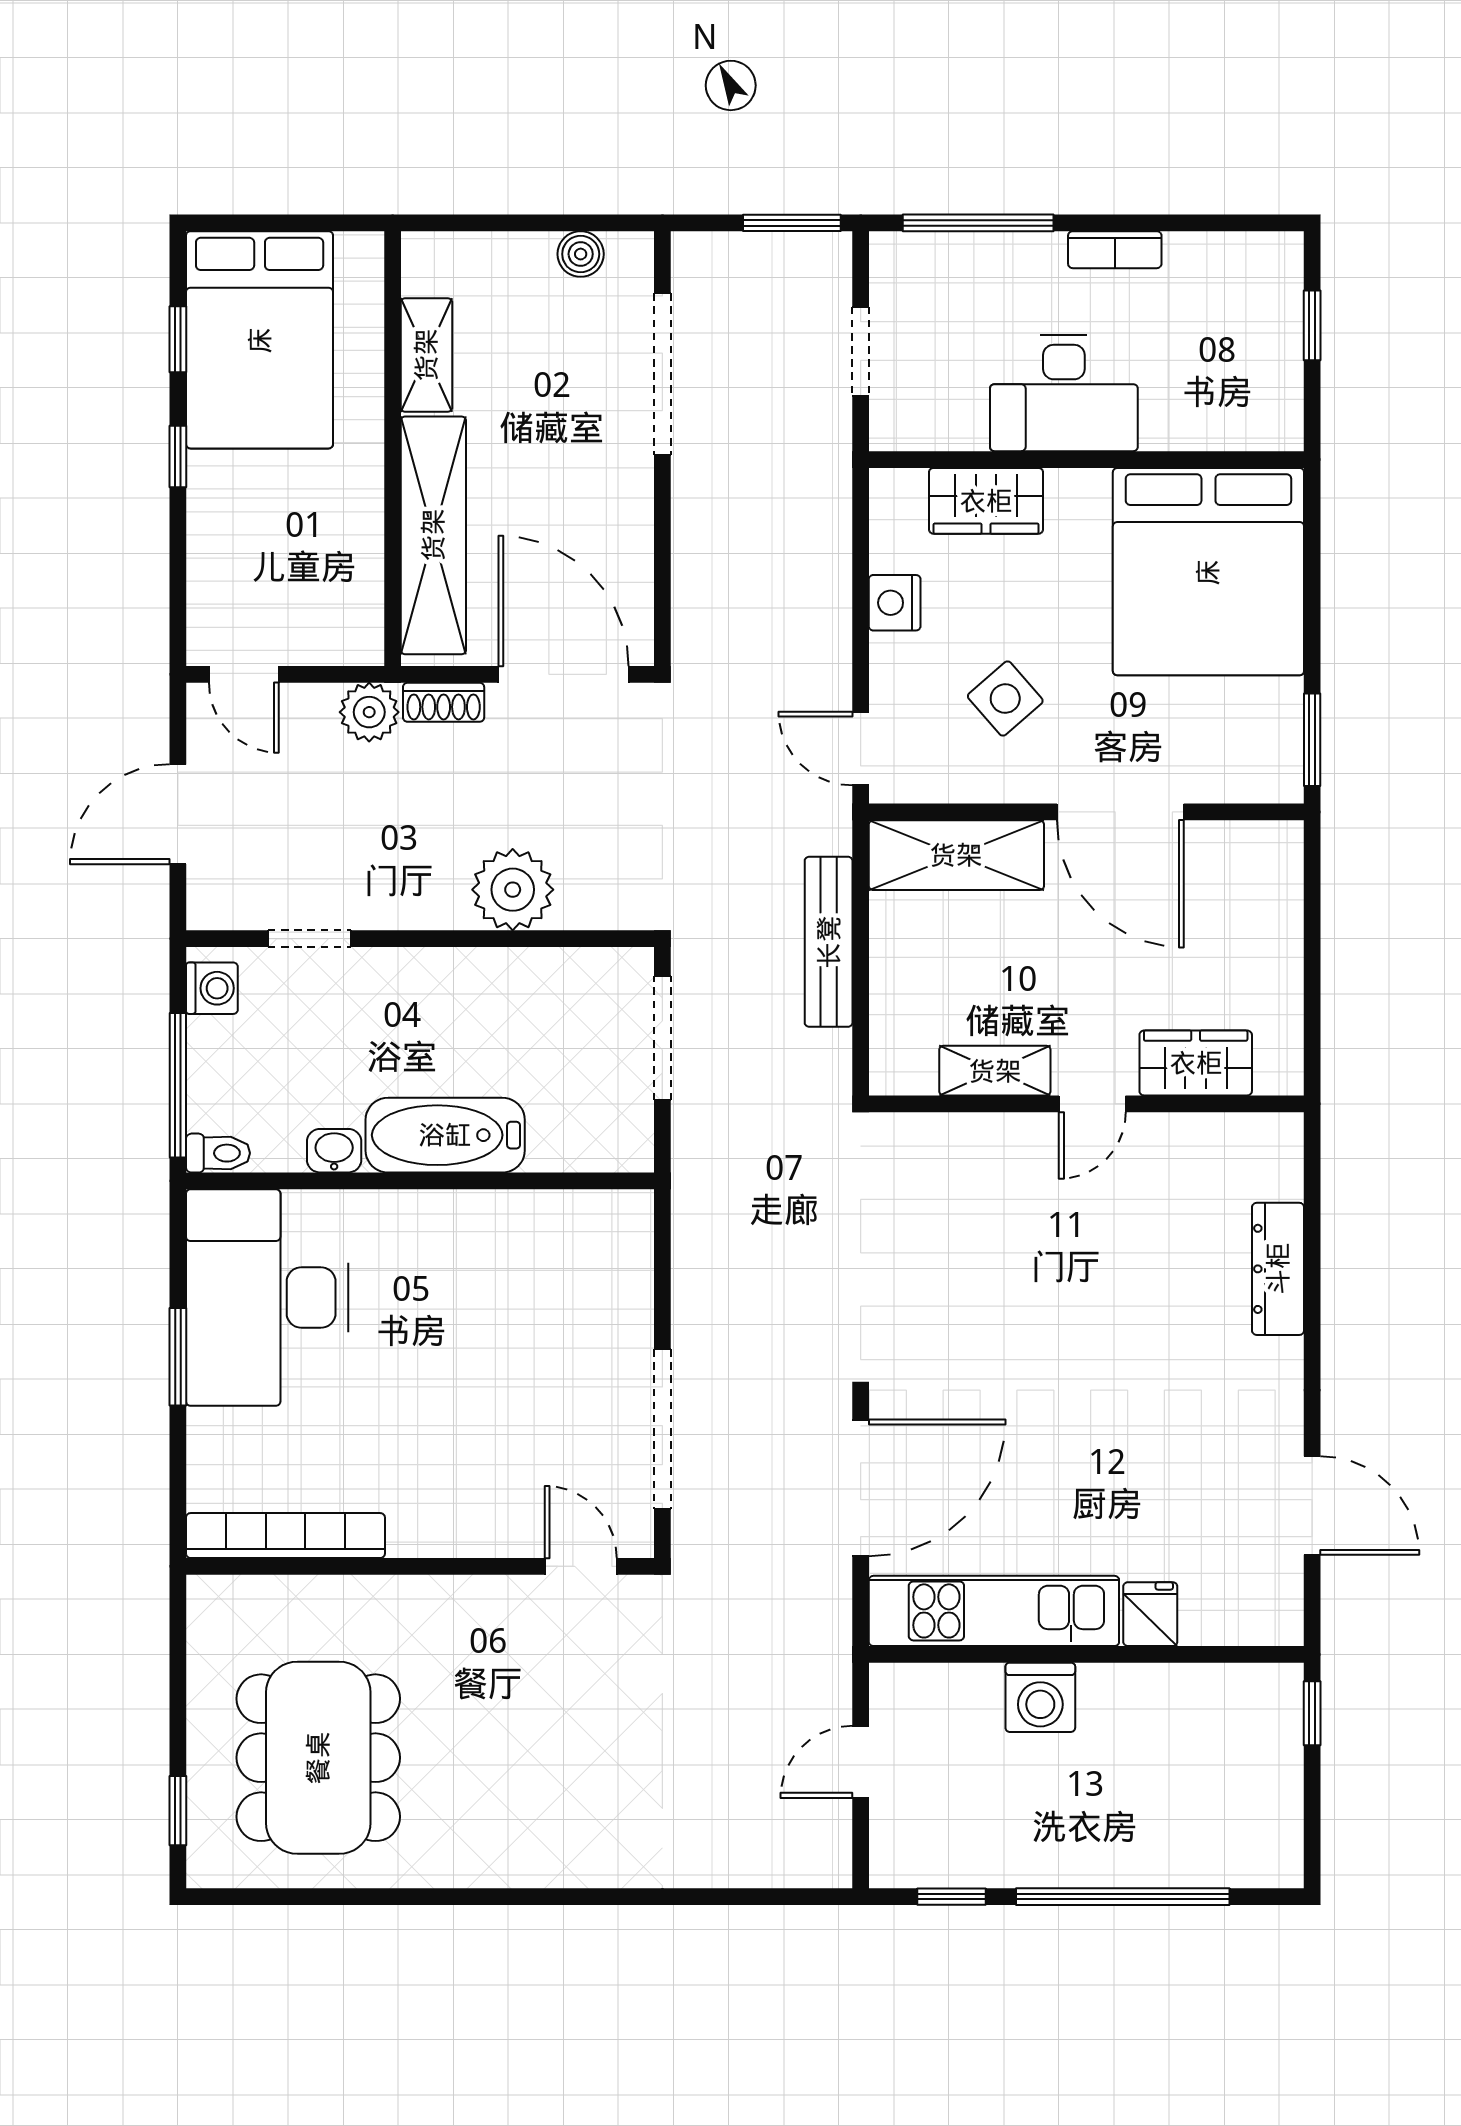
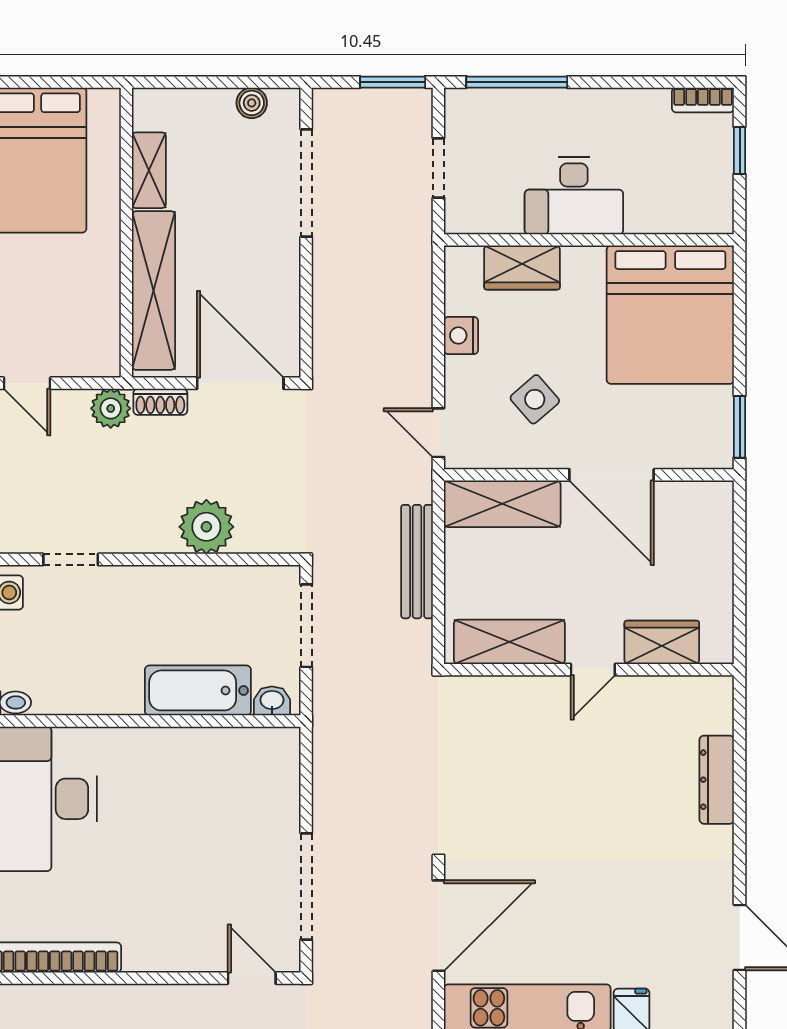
bookcase: (1115, 250) -> (703, 100), moved
shelving: (995, 1071) -> (509, 642), width x1.50, depth x1.33
bathtub: (445, 1135) -> (198, 690), moved
washbasin: (334, 1151) -> (272, 701), moved

